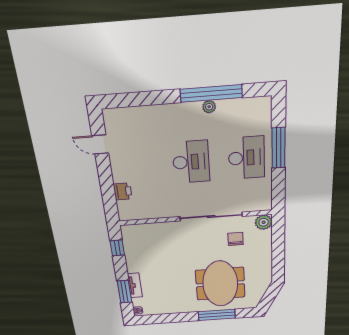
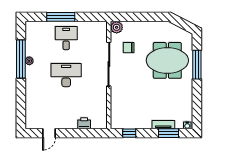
desk: (247, 158) -> (66, 38), width x0.73

